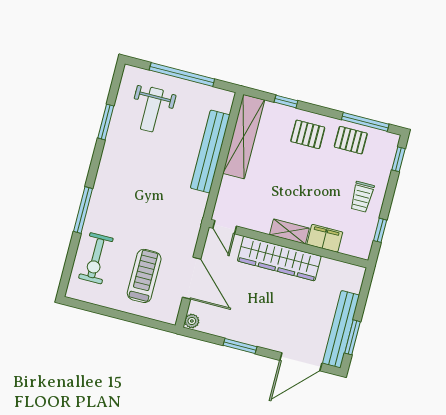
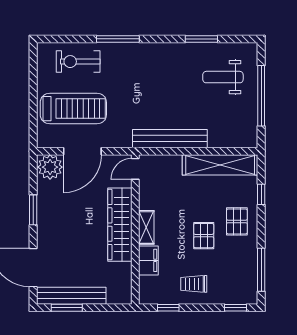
pallet: (351, 140) -> (204, 236), moved
bench: (210, 151) -> (170, 139), moved
treadmill: (144, 276) -> (73, 109), width x1.37, depth x1.38
plant: (192, 321) -> (50, 167), width x1.88, depth x1.88

